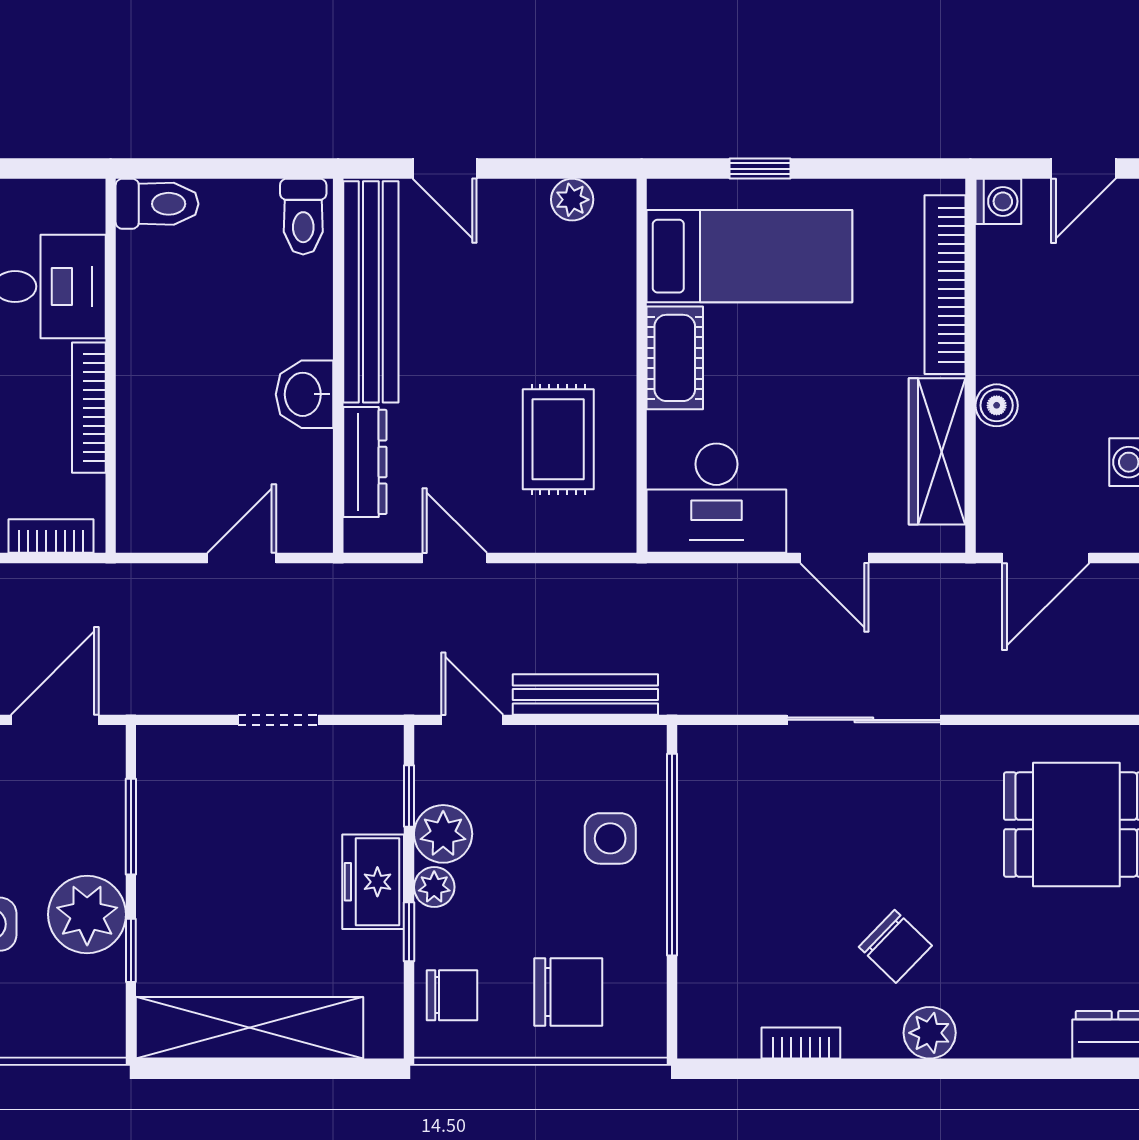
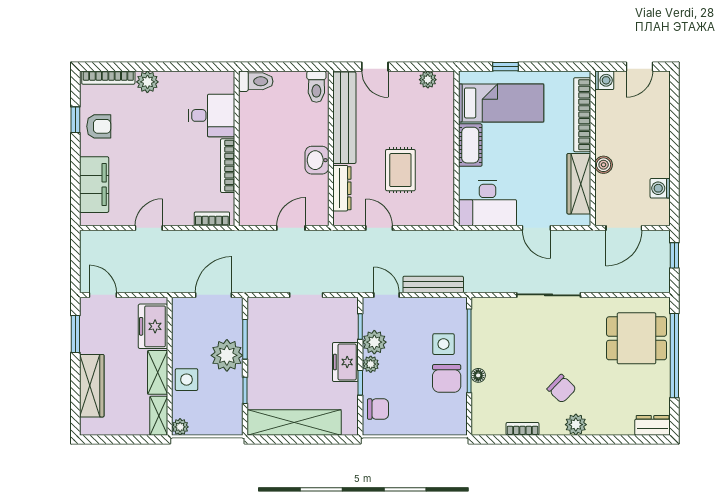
rug: (558, 439) -> (400, 170), moved
plant: (87, 914) -> (227, 355), moved
floor lamp: (694, 914) -> (478, 375), added
chair: (568, 992) -> (447, 378), moved, turned 90

